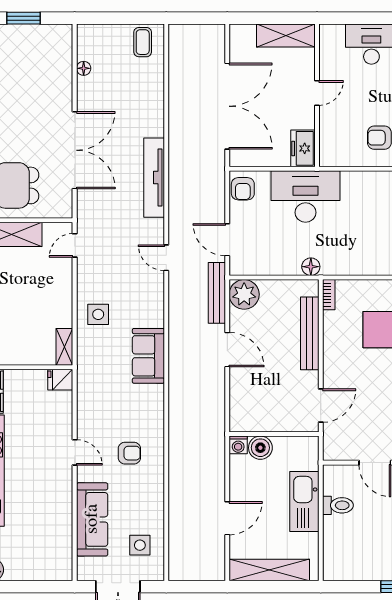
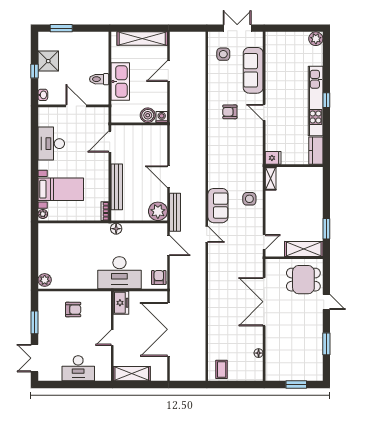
tv unit: (154, 178) -> (214, 285), removed
sofa: (148, 356) -> (218, 206), moved

